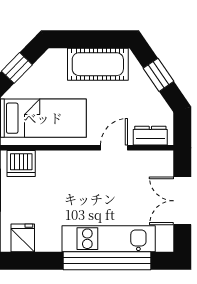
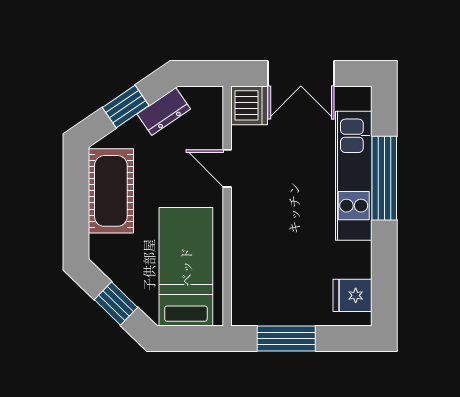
dresser: (150, 136) -> (164, 112), moved, turned -124
dishwasher: (21, 163) -> (249, 105), moved
window: (107, 261) -> (384, 178), width x0.68

